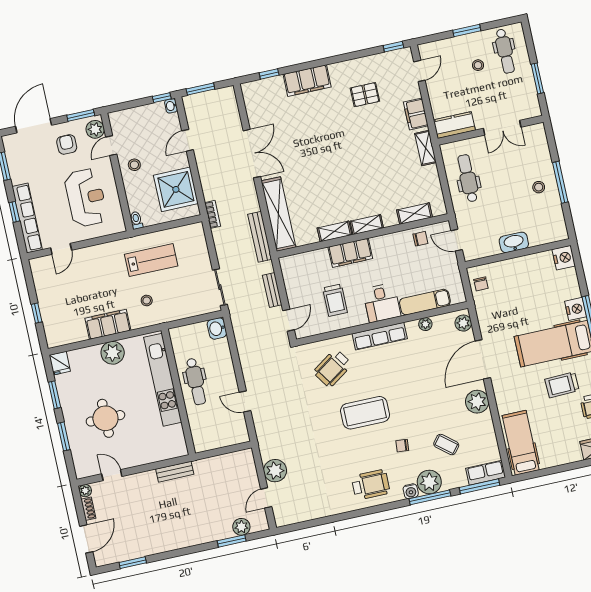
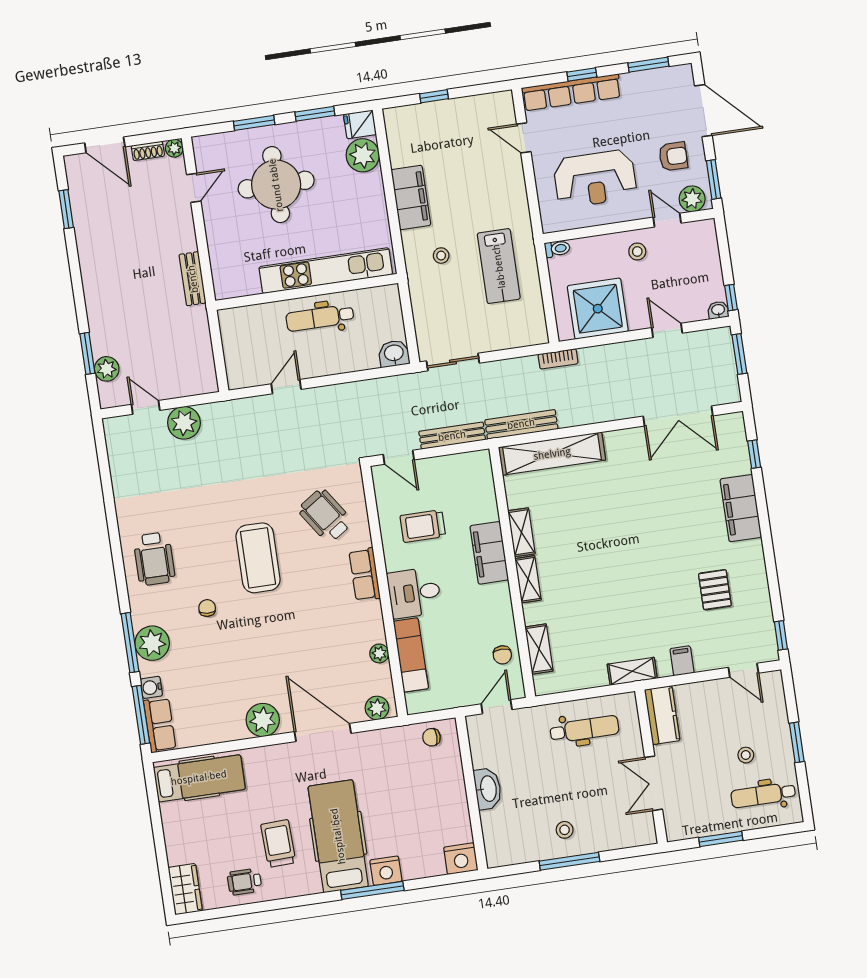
filing cabinet: (416, 114) -> (682, 661), width x0.50
double door: (252, 154) -> (678, 416), moved
bench: (272, 290) -> (452, 436), width x1.36
row of seats: (380, 336) -> (365, 574), width x0.68
plant: (113, 353) -> (363, 155), moved
round table: (105, 418) -> (276, 185), width x1.36, depth x1.36
coffee table: (446, 444) -> (204, 671), removed
water cooler: (411, 491) -> (151, 687), moved

